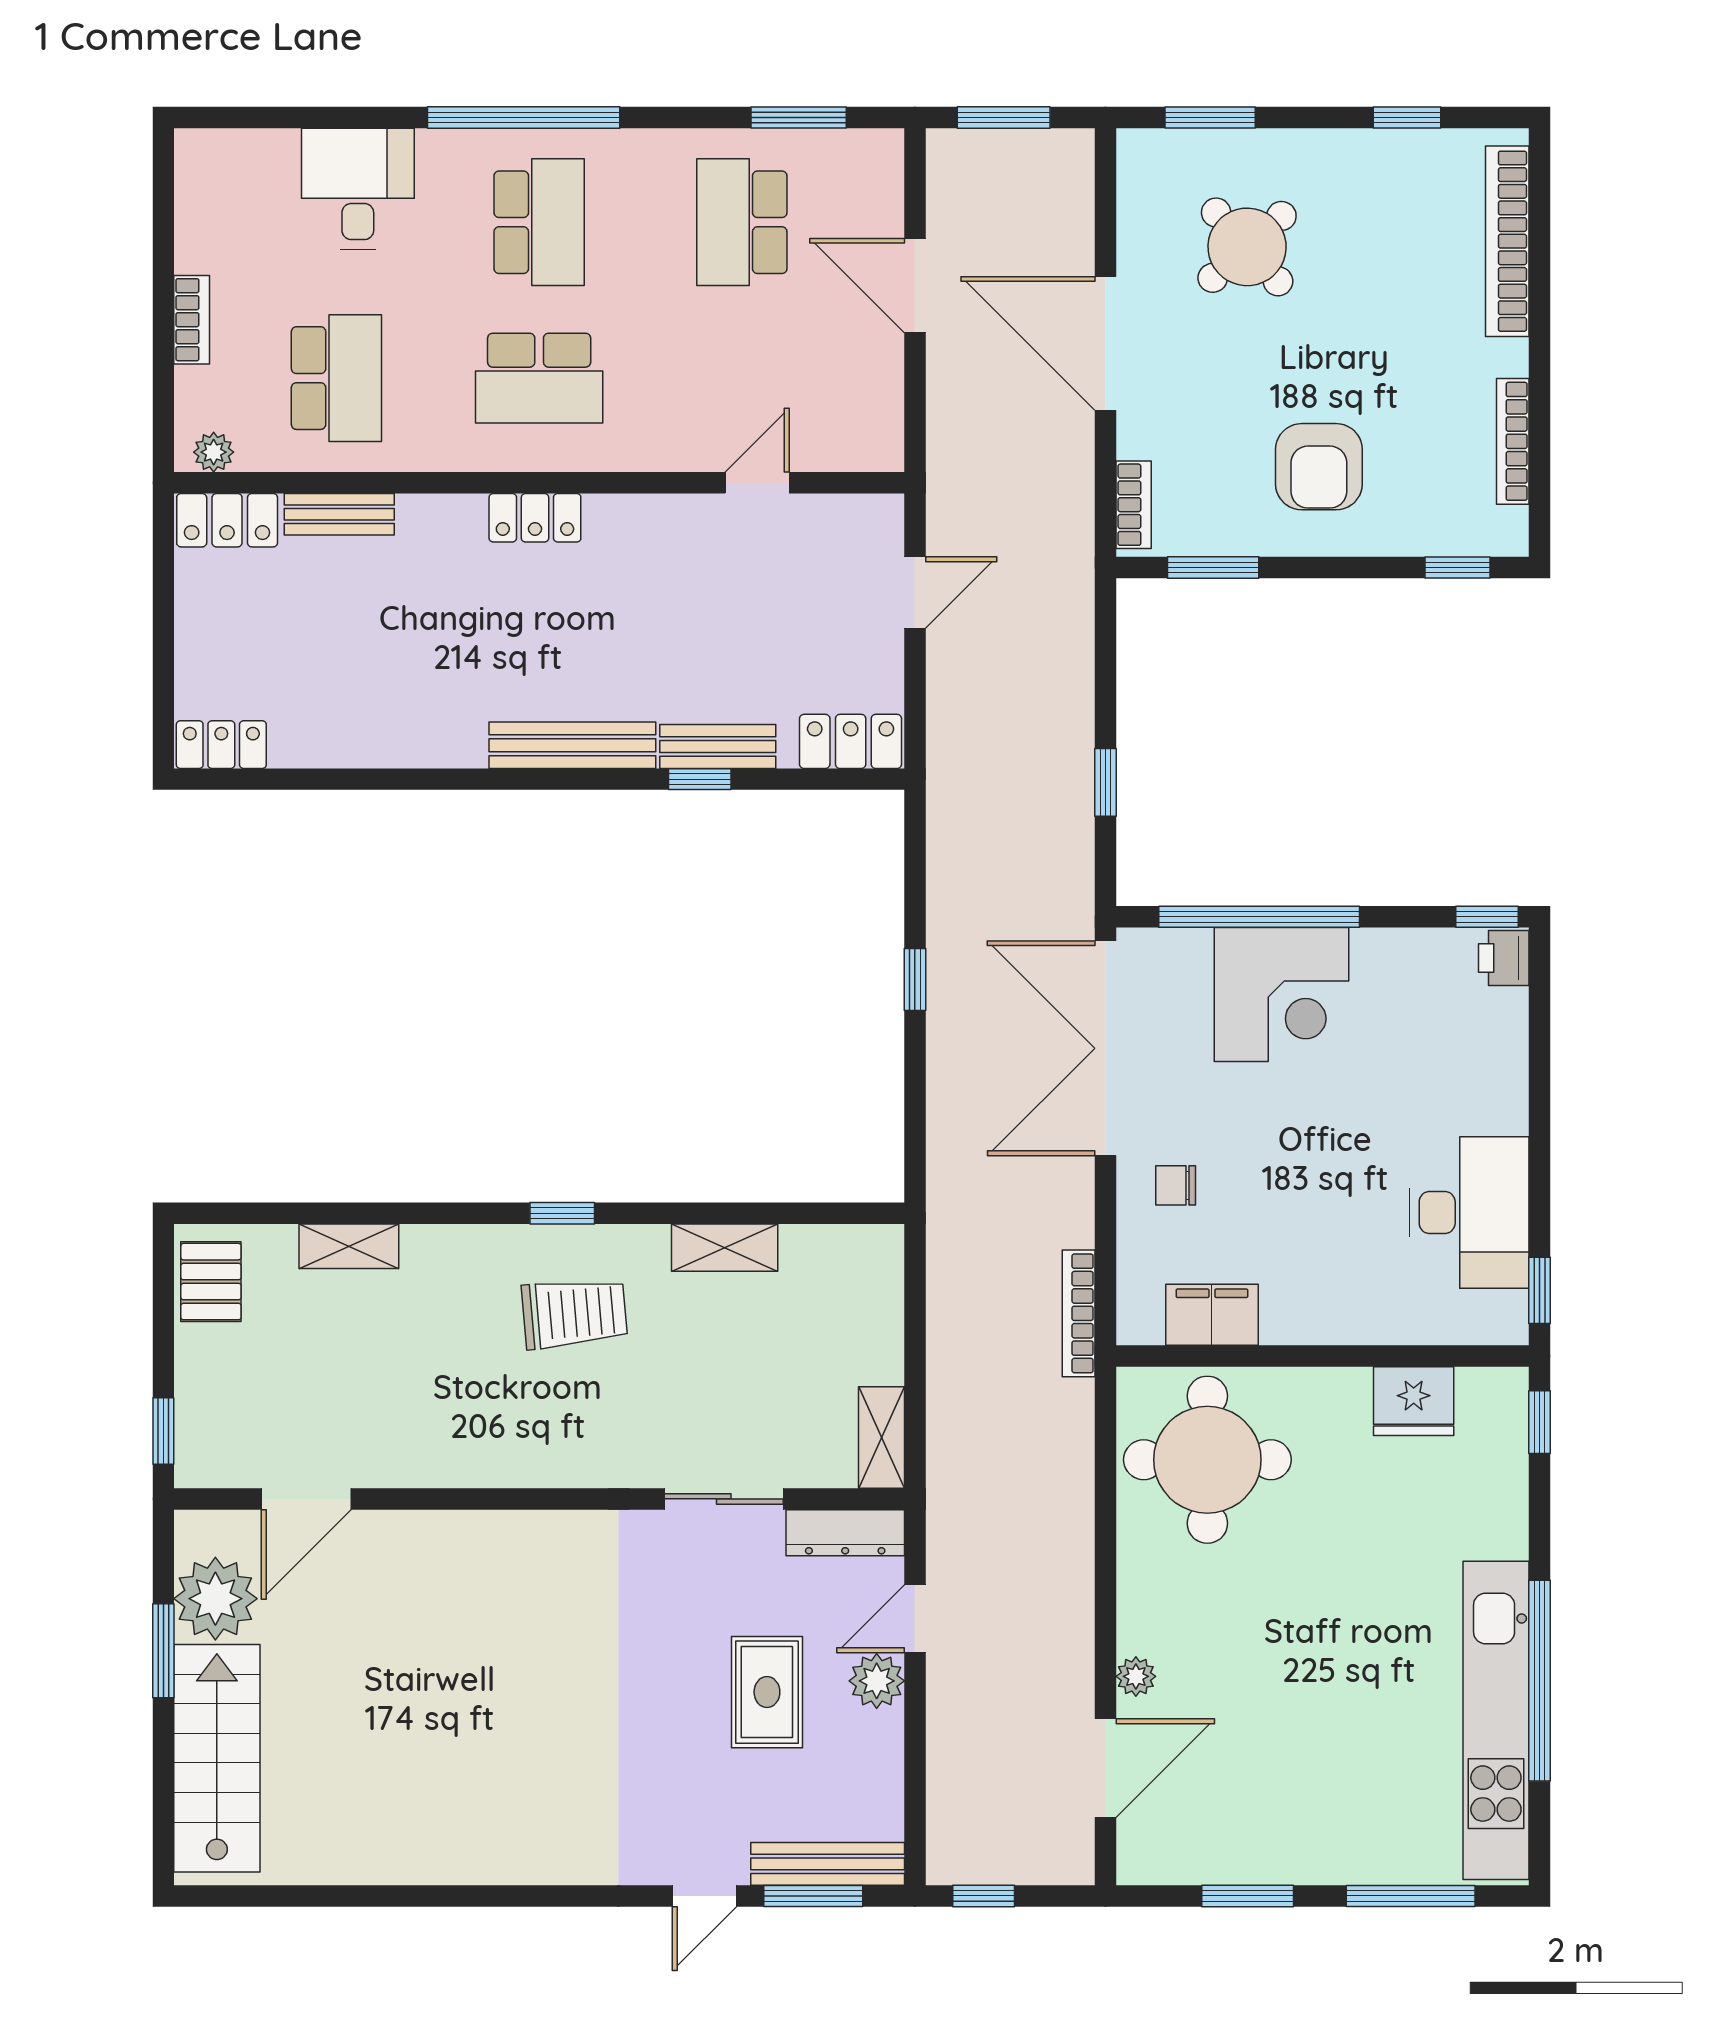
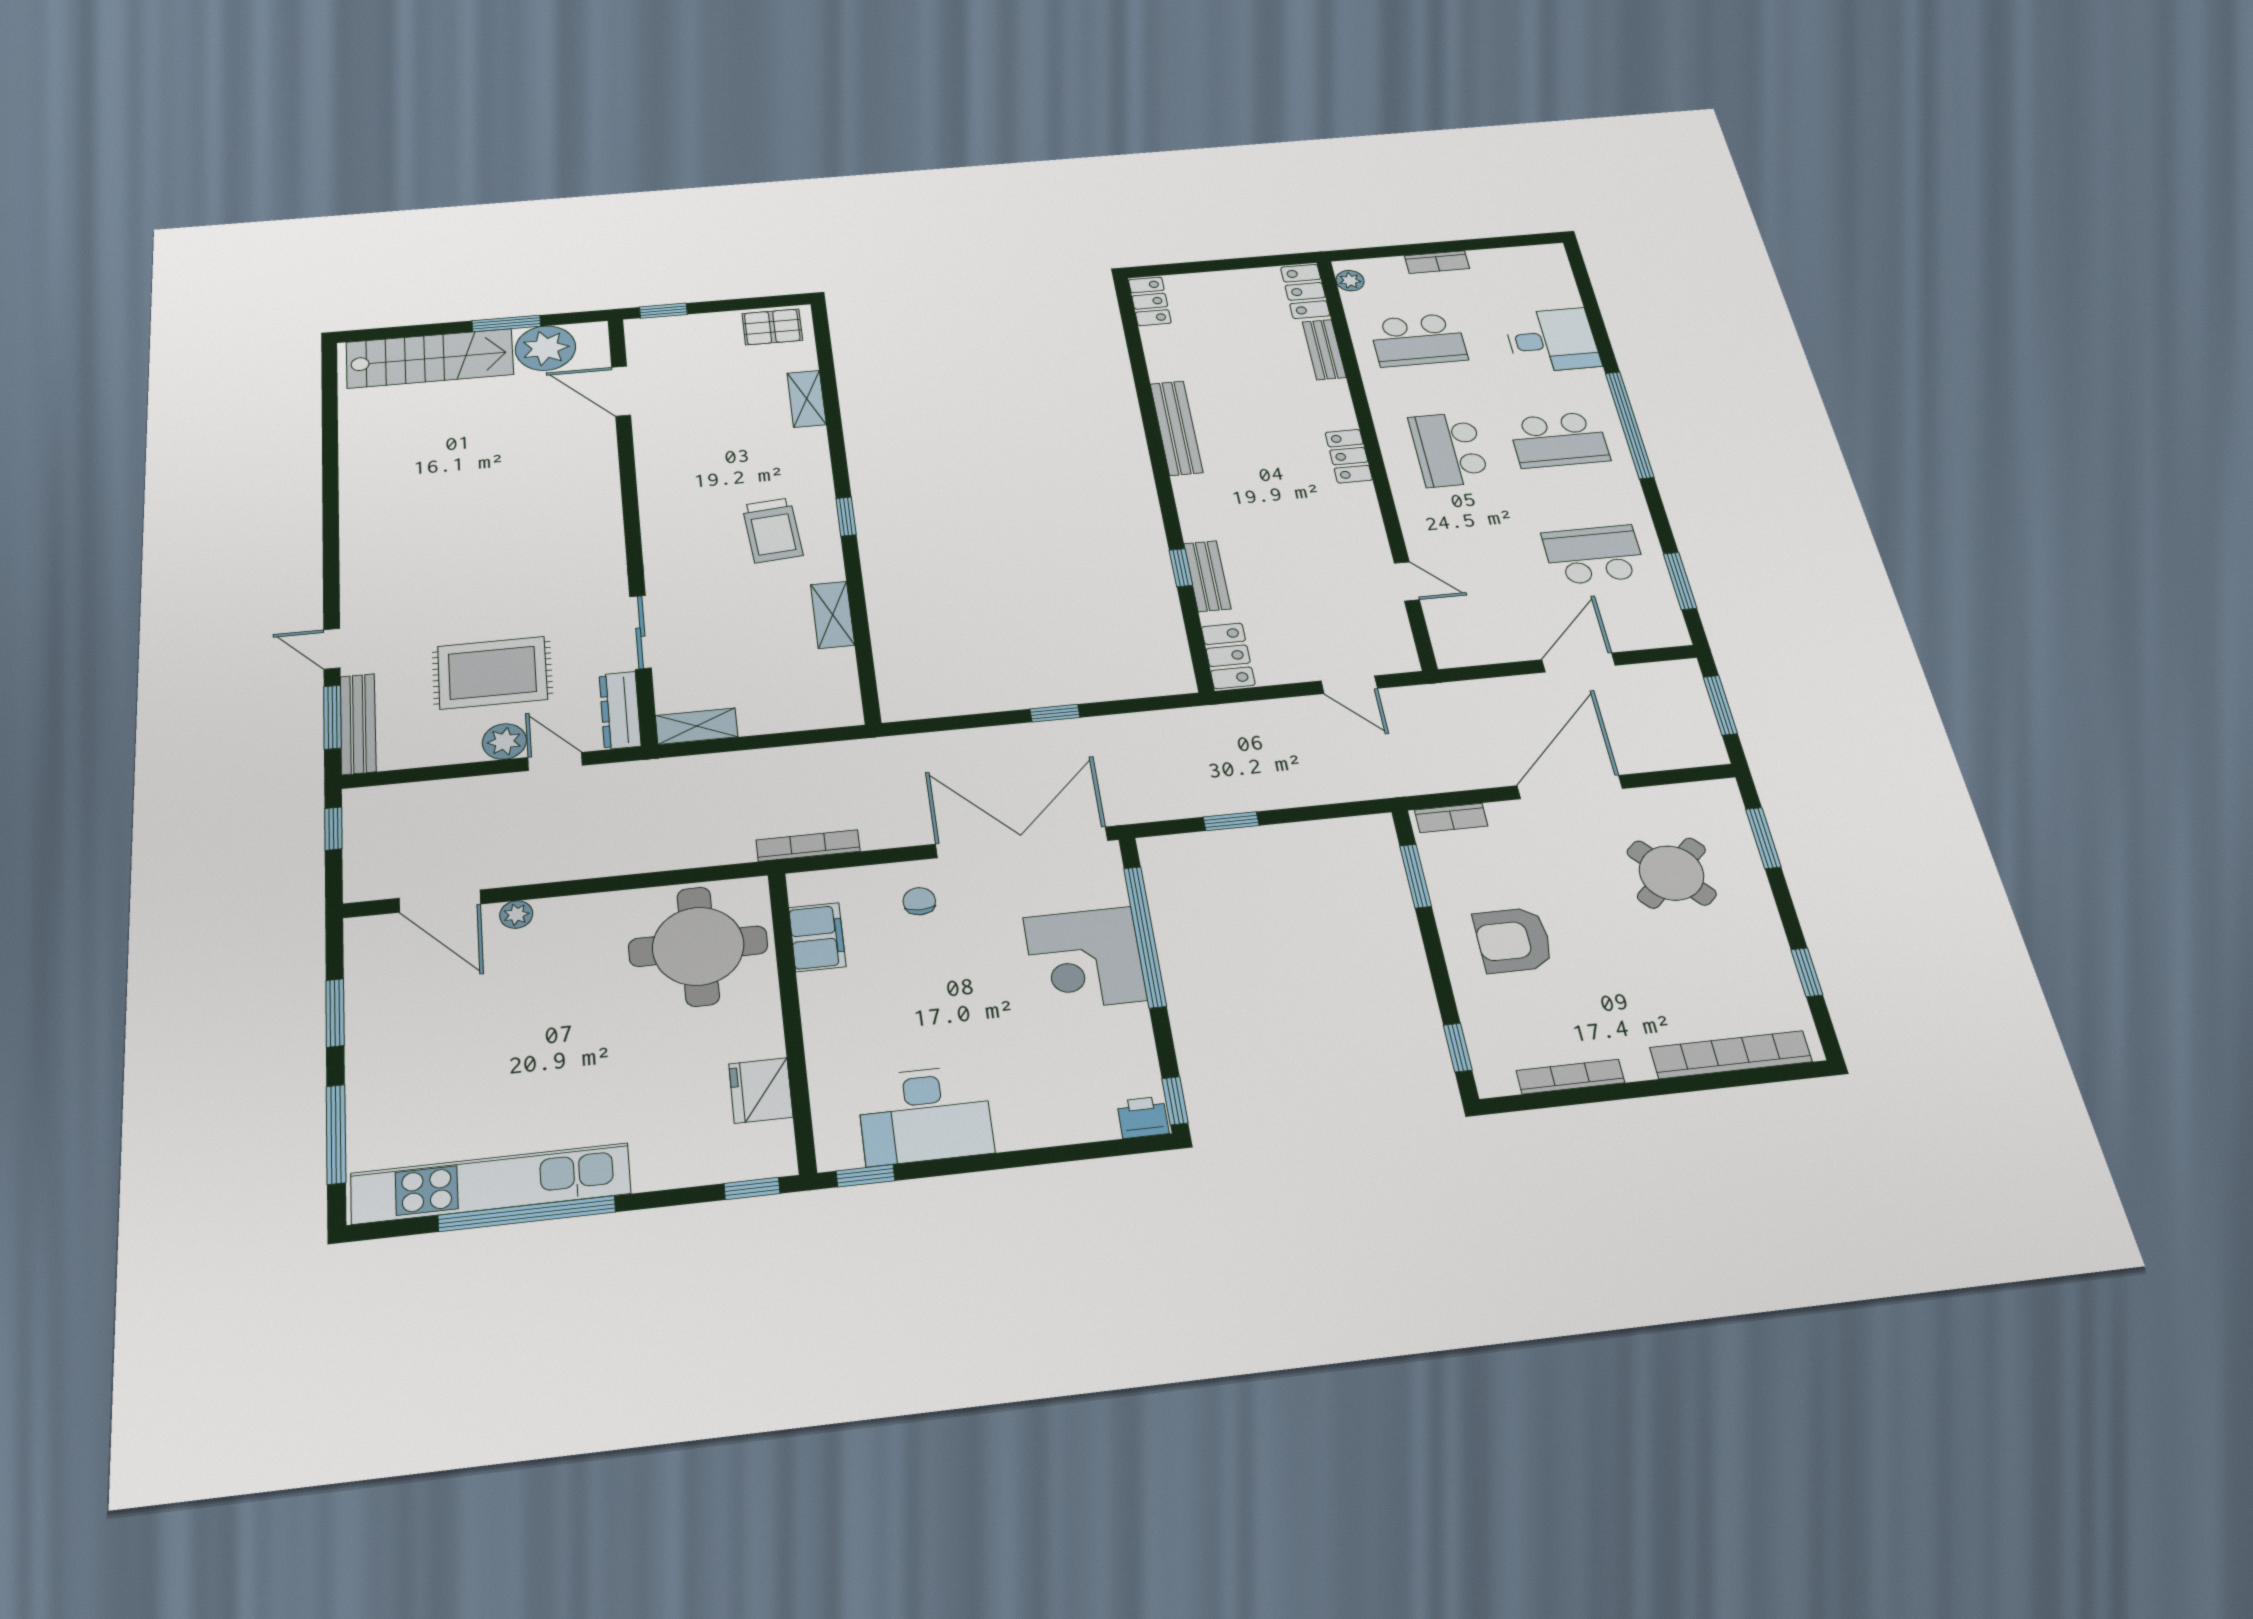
bench: (572, 745) -> (1176, 428), moved
rug: (767, 1692) -> (492, 673), width x1.36, depth x1.43

